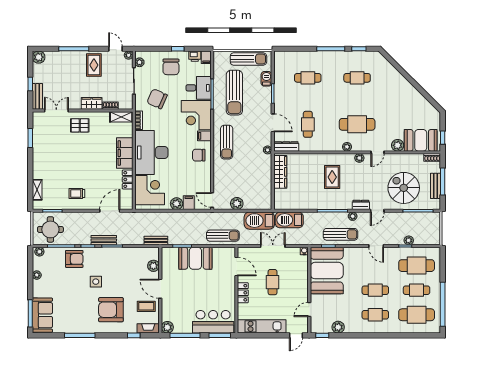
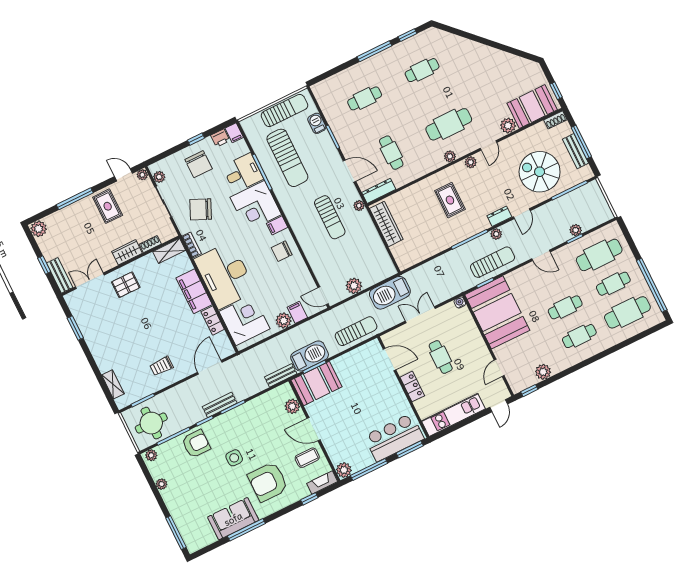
sun lounger: (227, 142) -> (330, 217), moved
barbecue: (289, 220) -> (310, 356), moved, turned 180
booth: (195, 258) -> (317, 383), moved
sofa: (42, 315) -> (233, 519), moved, turned -90

